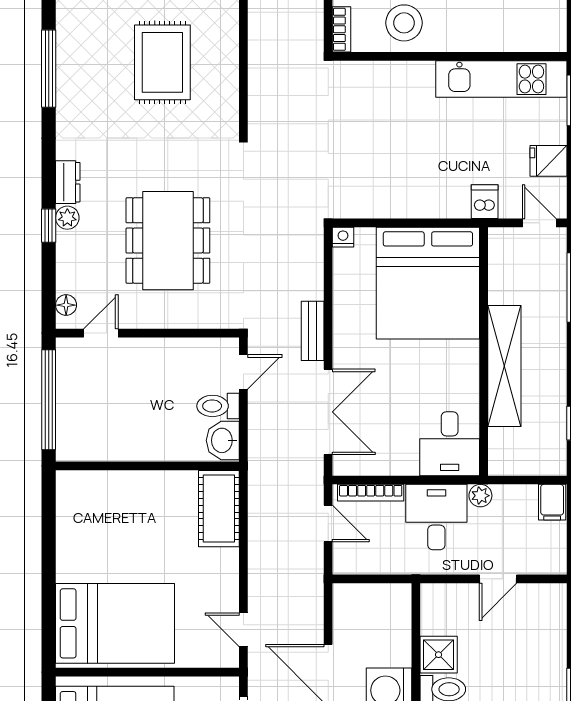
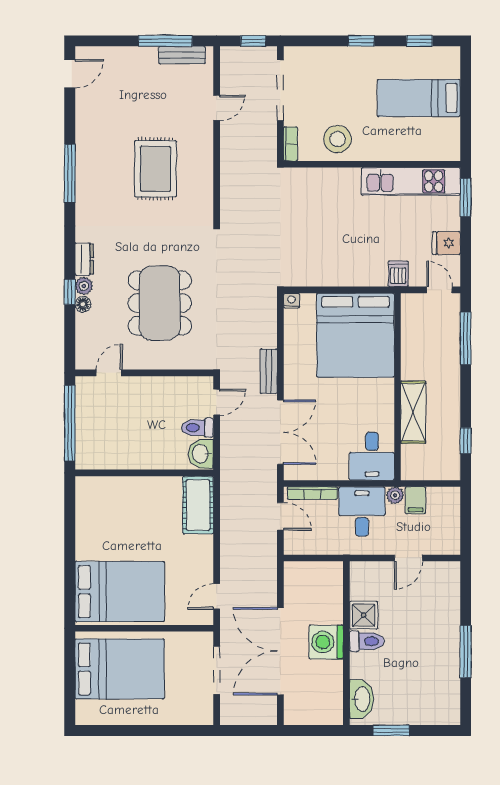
floor lamp: (66, 305) -> (83, 304), moved
shelving: (504, 366) -> (413, 412), width x0.68
filing cabinet: (552, 502) -> (416, 500), moved
door: (243, 630) -> (217, 596), hinge flipped

